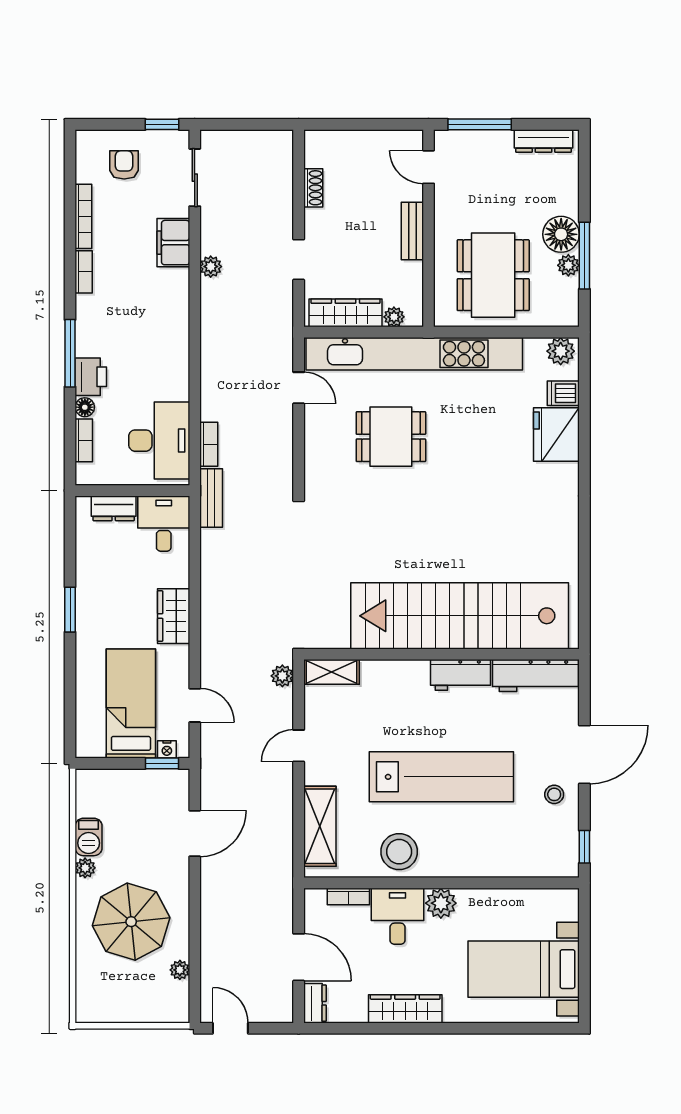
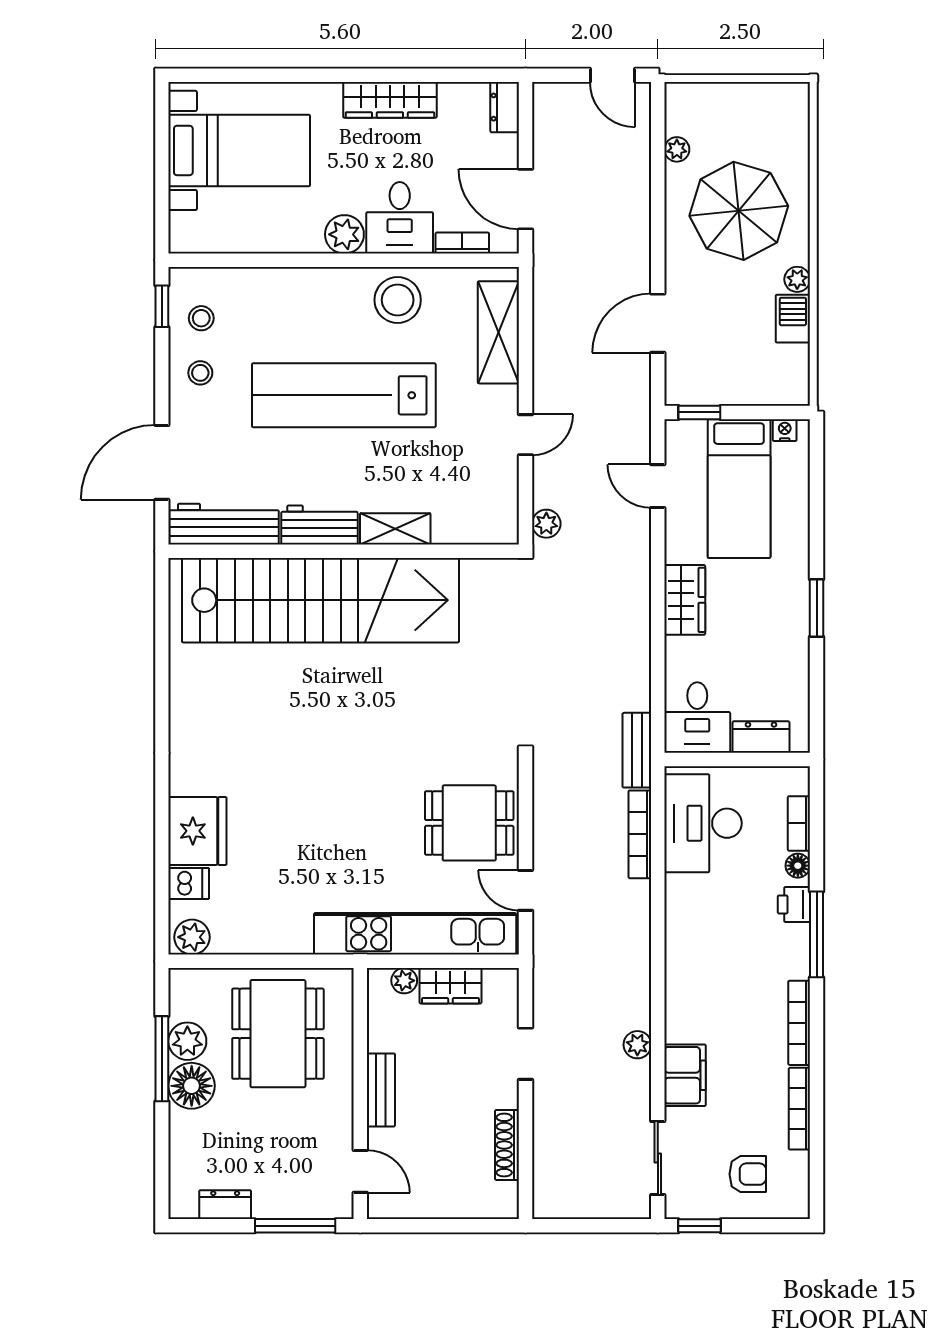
dresser: (543, 141) -> (225, 1205), width x0.70
armchair: (124, 165) -> (748, 1174), turned -90
shoe rack: (313, 188) -> (507, 1145), width x1.43
plant: (568, 265) -> (187, 1041), width x1.38, depth x1.38
bookcase: (84, 272) -> (799, 1023), width x1.56
wardrobe: (345, 313) -> (450, 986), width x0.67
kitchen unit: (414, 354) -> (415, 934), width x0.73
printer: (91, 377) -> (794, 904), width x0.73, depth x0.81
dining table: (391, 437) -> (469, 823), moved
bookcase: (209, 444) -> (640, 834), width x1.56
shelving: (331, 672) -> (395, 529), moved
nightstand: (167, 749) -> (785, 430), moved
door: (584, 754) -> (162, 462), moved
stool: (553, 837) -> (201, 318), added
door: (299, 957) -> (526, 199), moved

